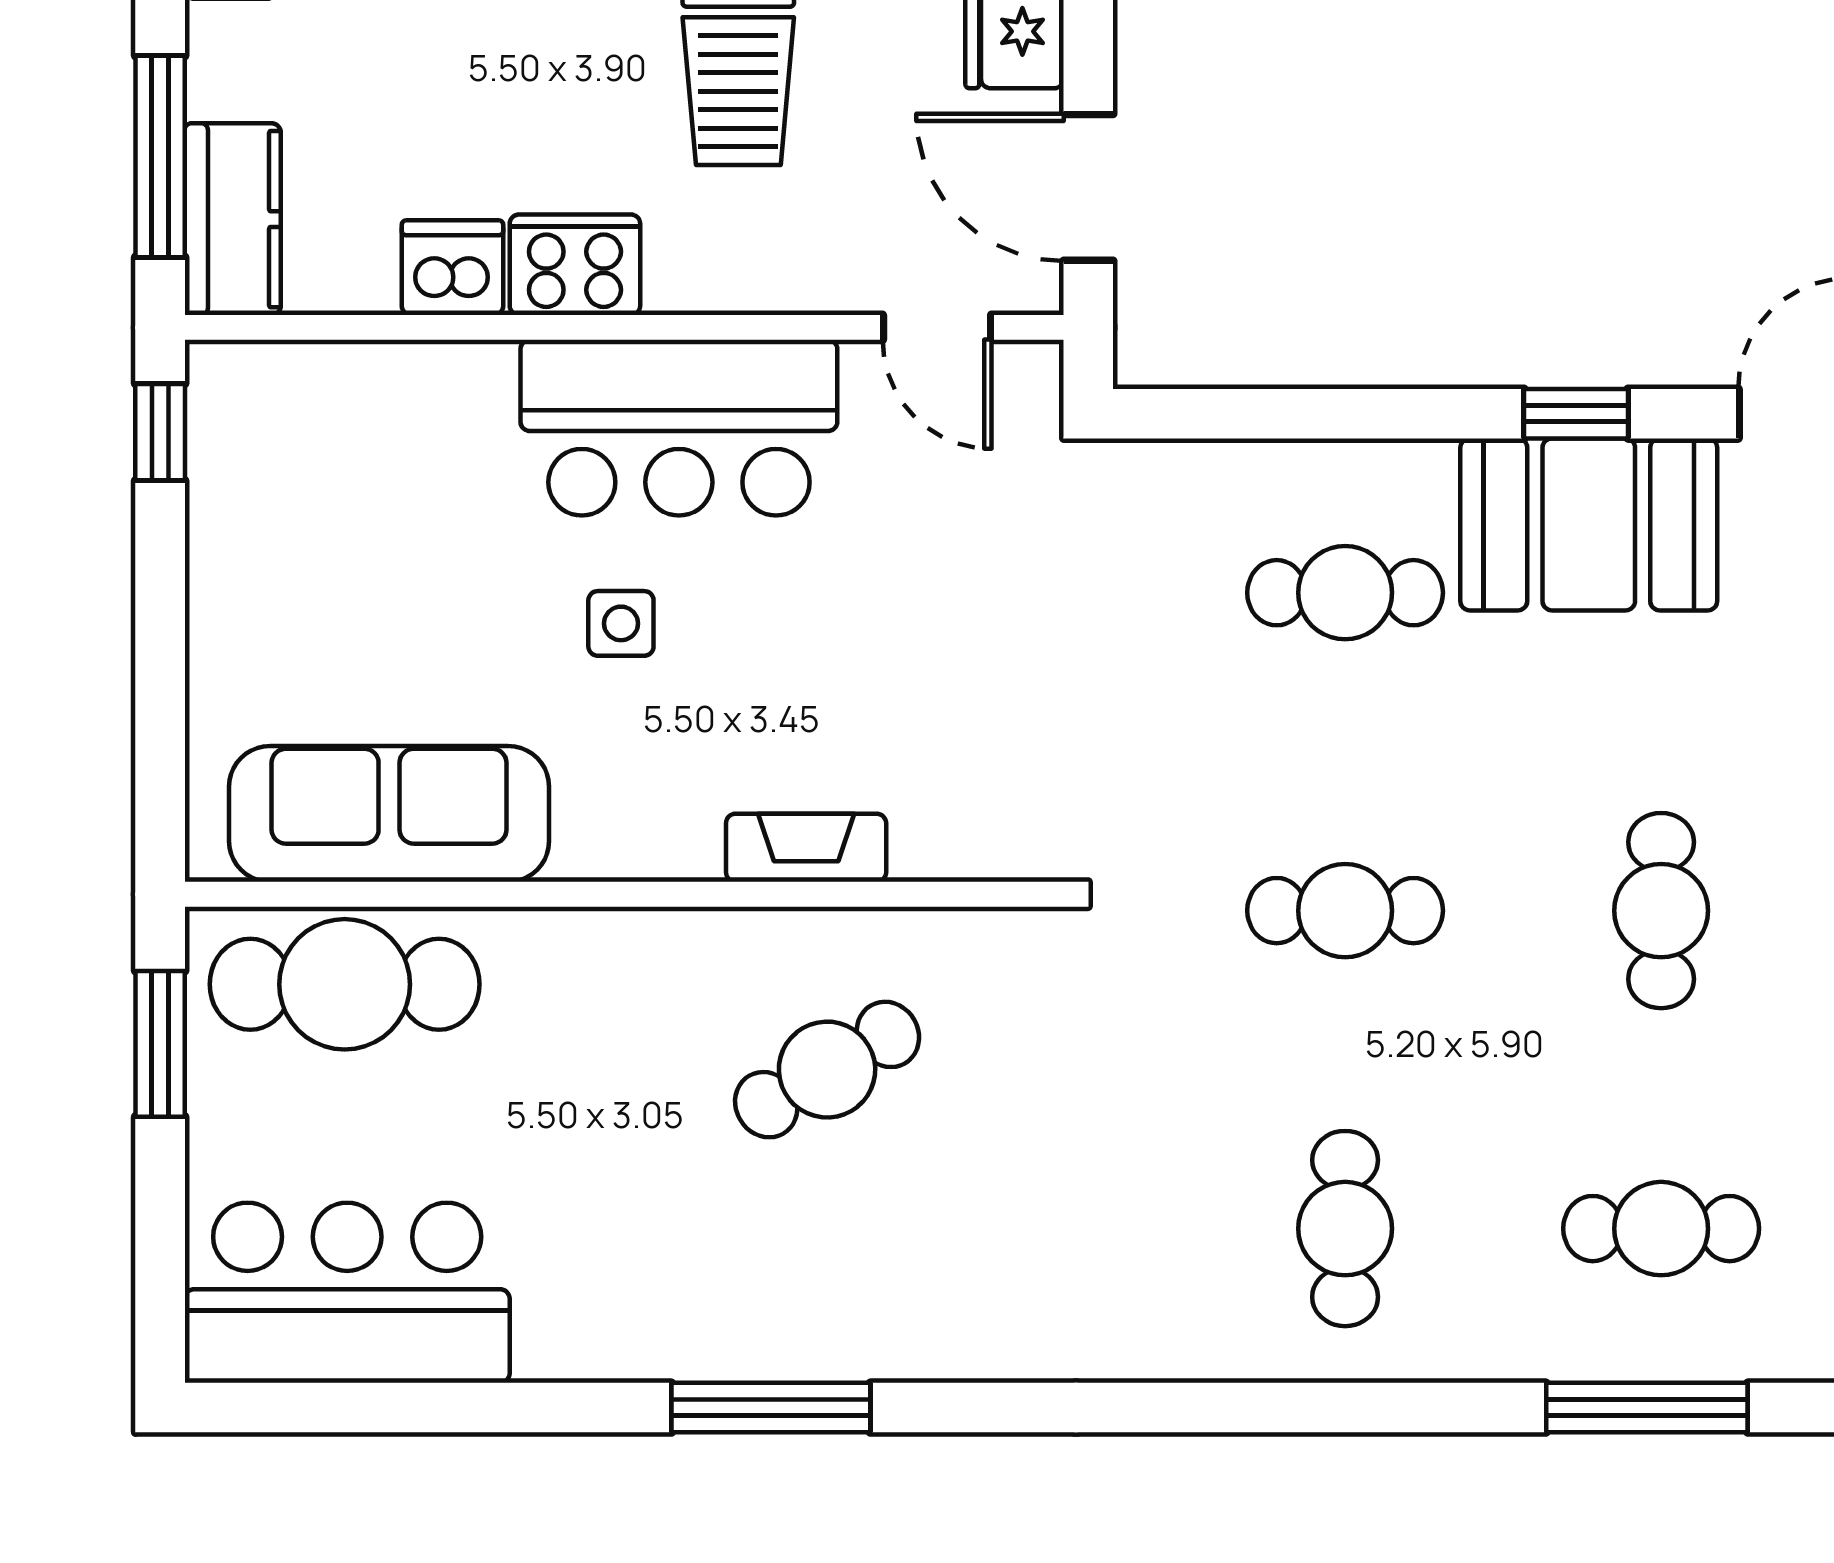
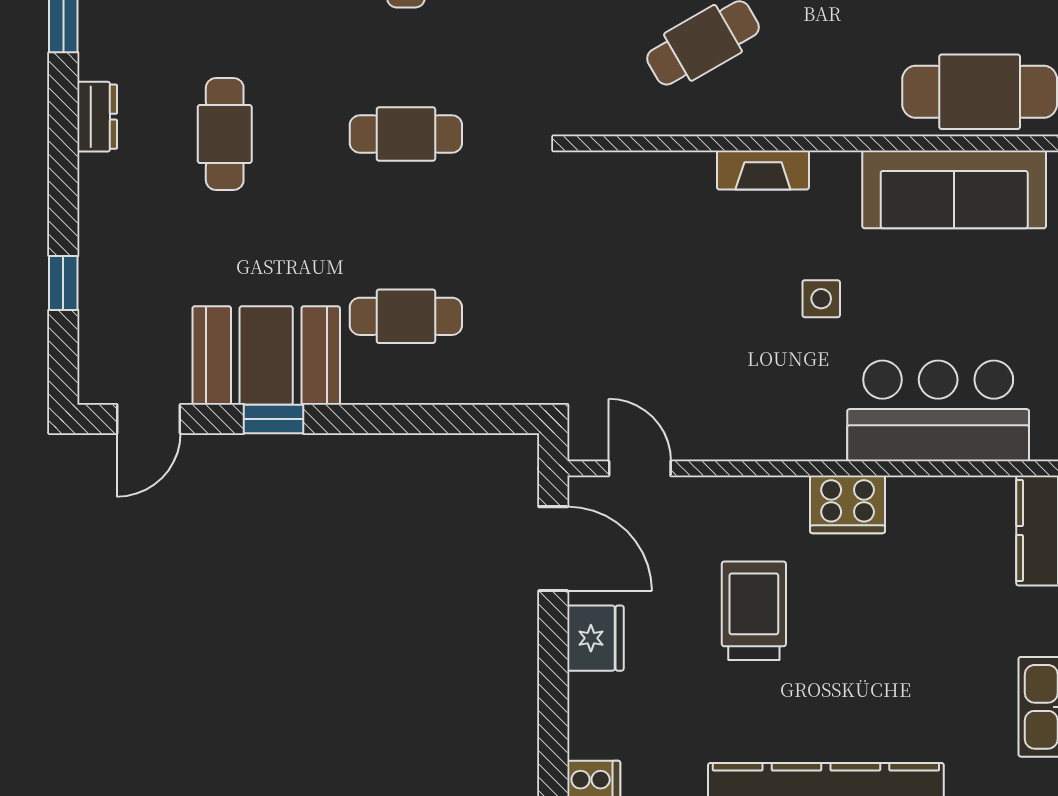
dishwasher: (453, 268) -> (918, 503), removed
bar counter: (679, 428) -> (938, 411), moved
fireplace: (806, 848) -> (763, 170), moved

